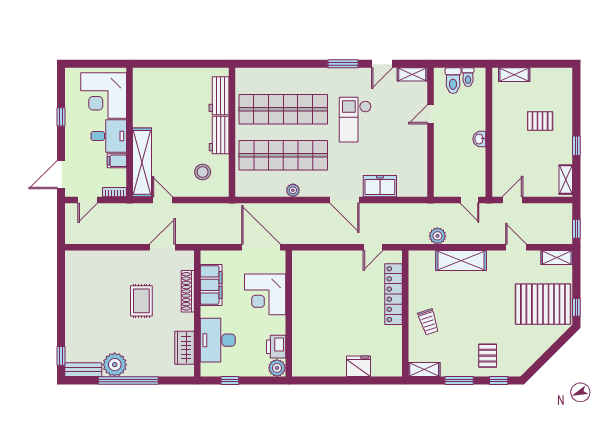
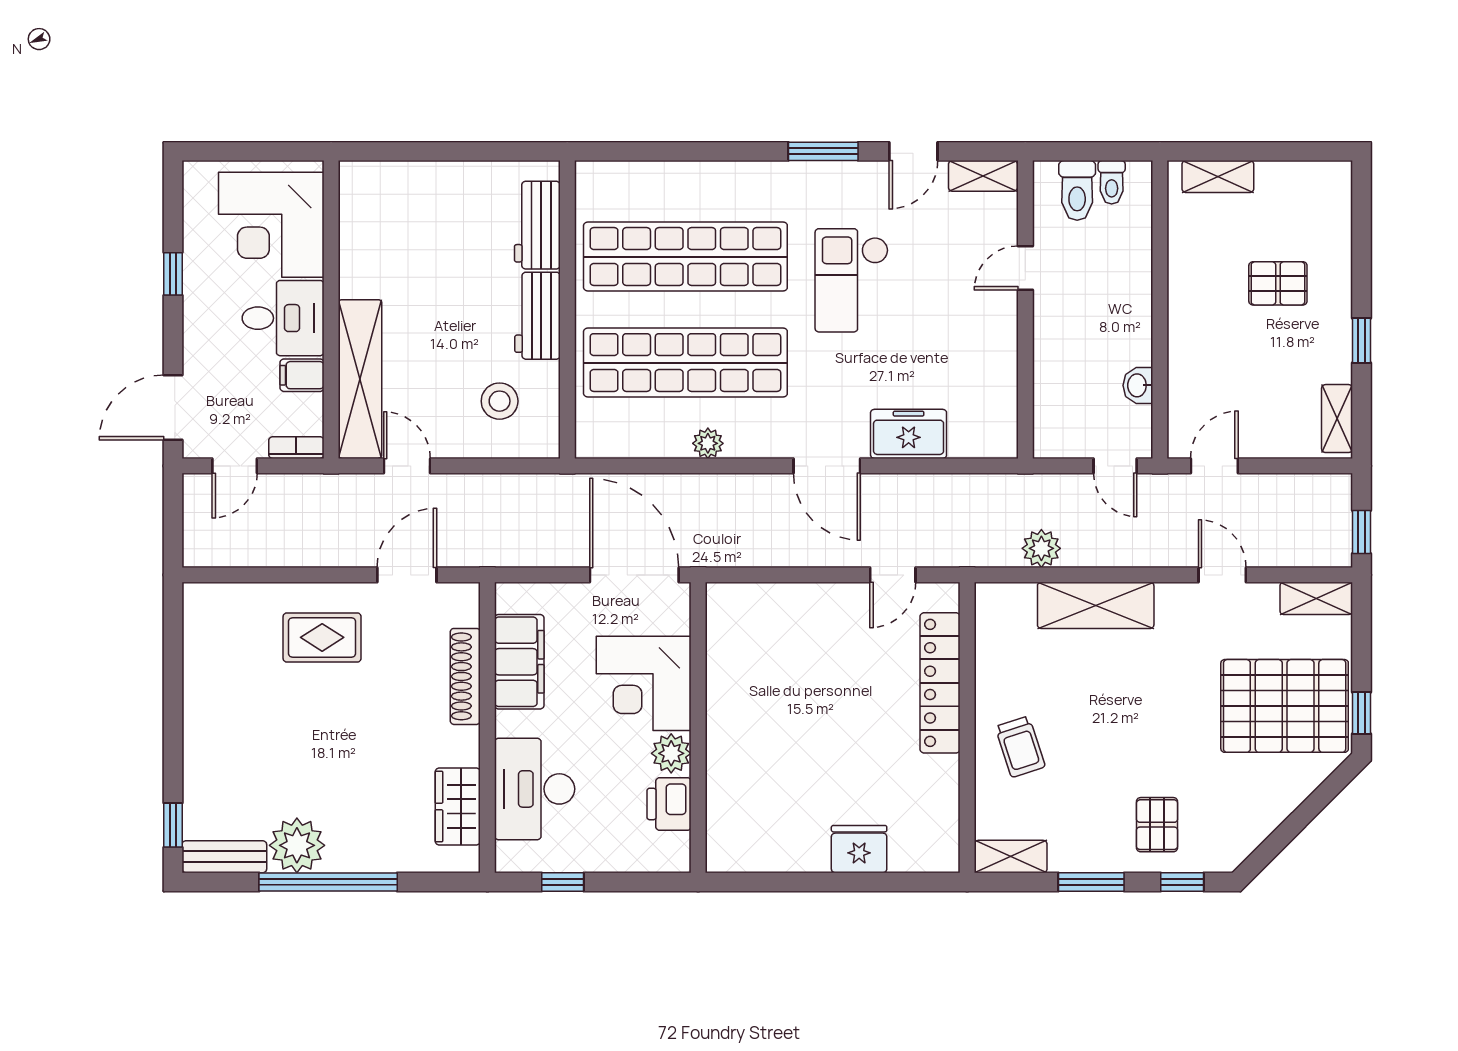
washbasin: (479, 139) -> (1138, 385), moved
rug: (141, 301) -> (322, 637), moved, turned 90
plant: (277, 368) -> (671, 753), moved

